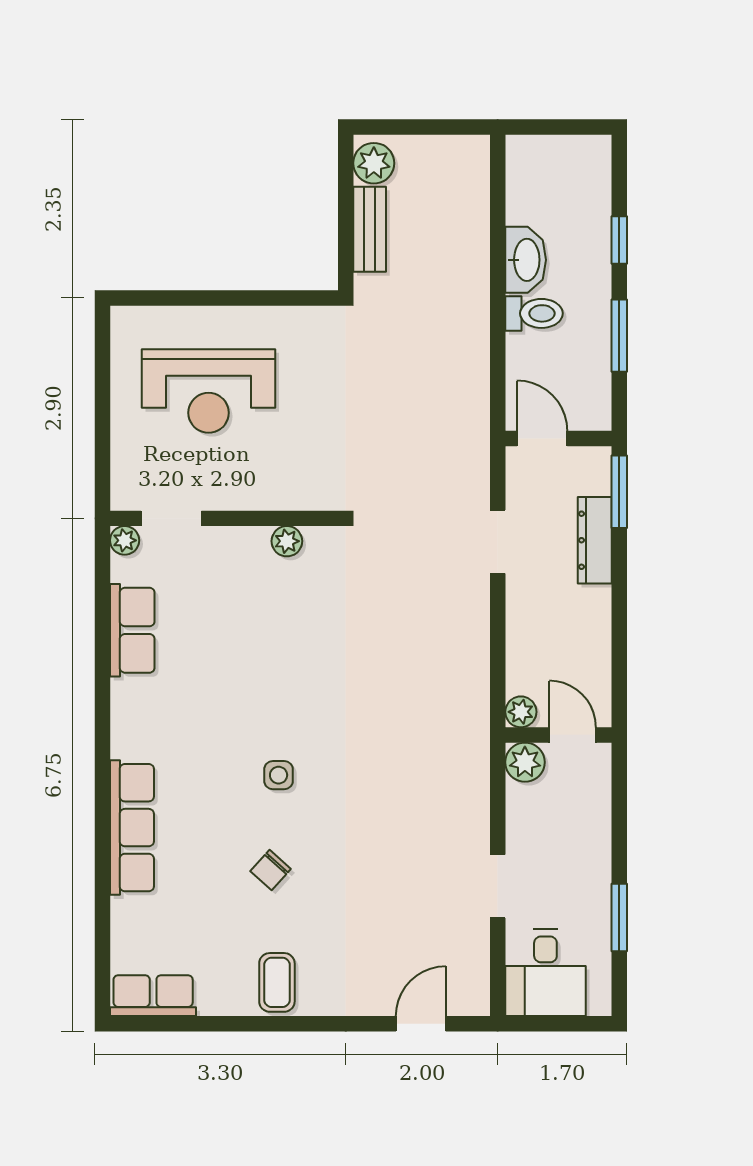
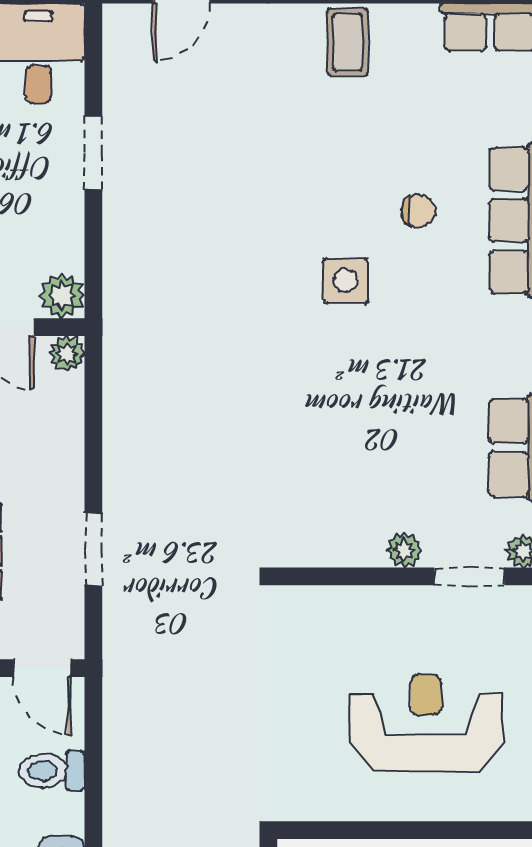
toilet: (534, 313) -> (52, 771), moved
plant: (287, 541) -> (404, 550), moved
side table: (279, 775) -> (346, 281), width x1.37, depth x1.37
chair: (271, 870) -> (418, 211), moved, turned 48

